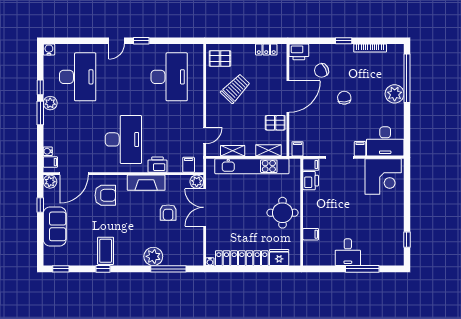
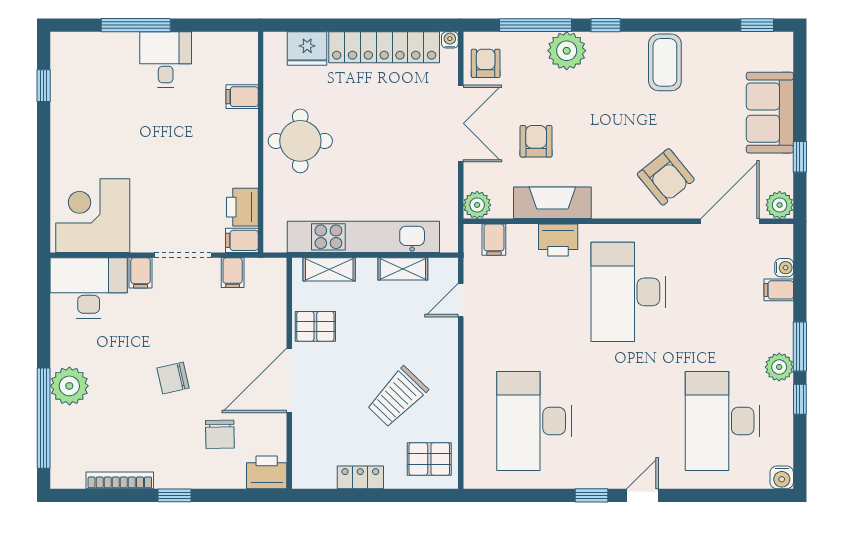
locker: (266, 50) -> (360, 477), moved
chair: (322, 70) -> (220, 434), turned 116
chair: (344, 98) -> (173, 378), turned 82
filing cabinet: (297, 149) -> (233, 273), moved
filing cabinet: (50, 162) -> (779, 290), moved
fireplace: (146, 183) -> (552, 203), moved
armchair: (105, 195) -> (666, 177), turned -129
double door: (205, 207) -> (461, 123), moved
armchair: (193, 250) -> (486, 63), added
window: (103, 269) -> (606, 25), moved

